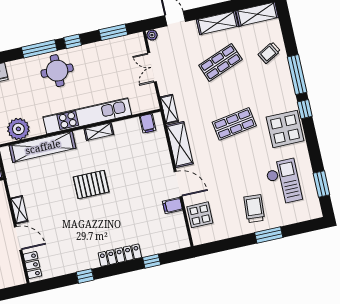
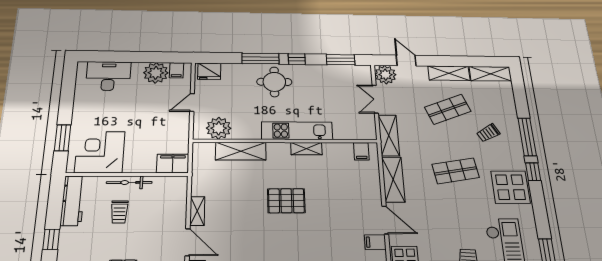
plant: (152, 35) -> (385, 75), width x1.88, depth x1.88
trolley: (269, 53) -> (488, 133), moved
shelving: (169, 109) -> (389, 135), width x1.50, depth x1.33
kitchen unit: (87, 116) -> (297, 131), width x0.73
shelving: (43, 147) -> (241, 151), width x0.68

